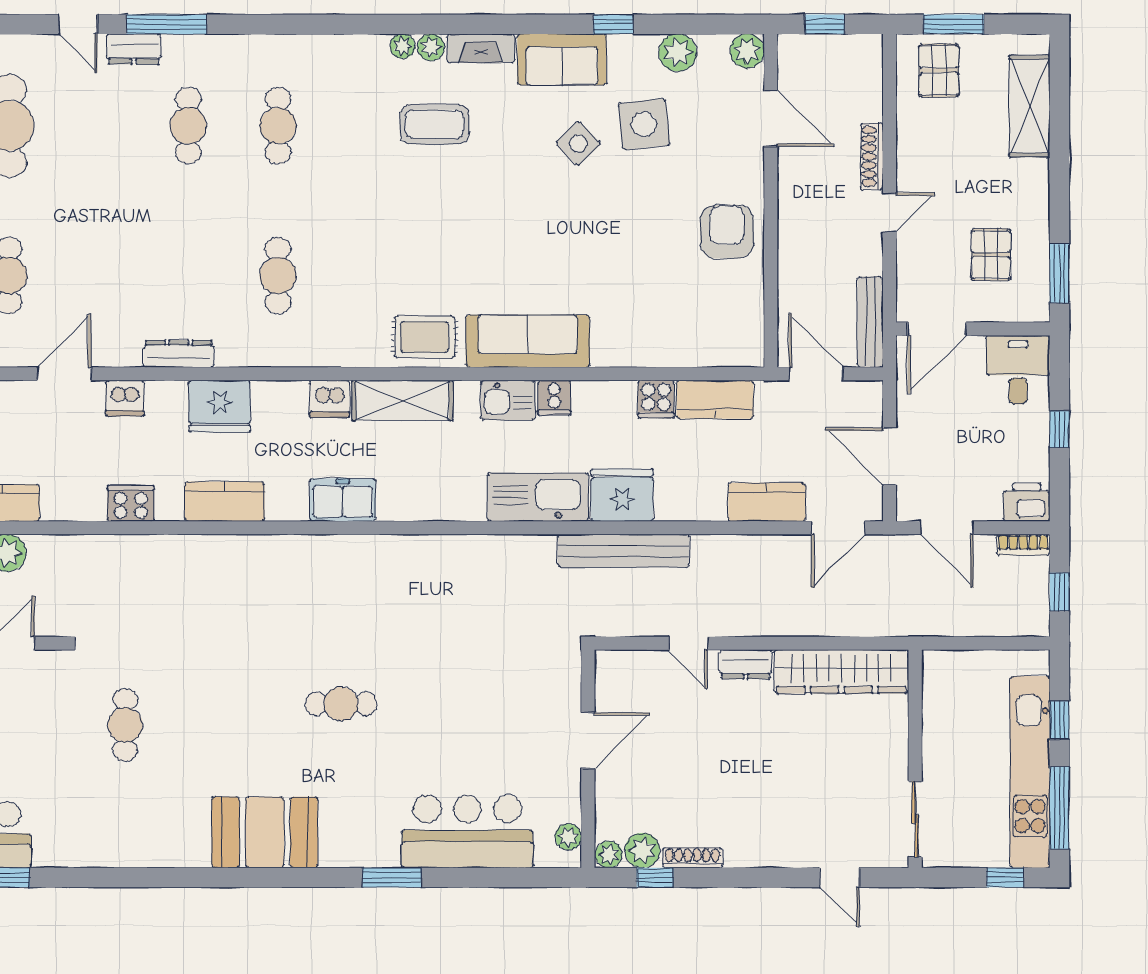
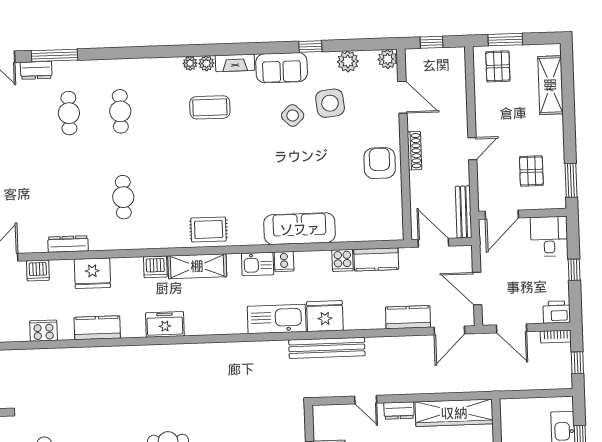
shoe rack: (872, 156) -> (415, 151), moved, turned 180
sofa: (528, 341) -> (300, 229), moved

